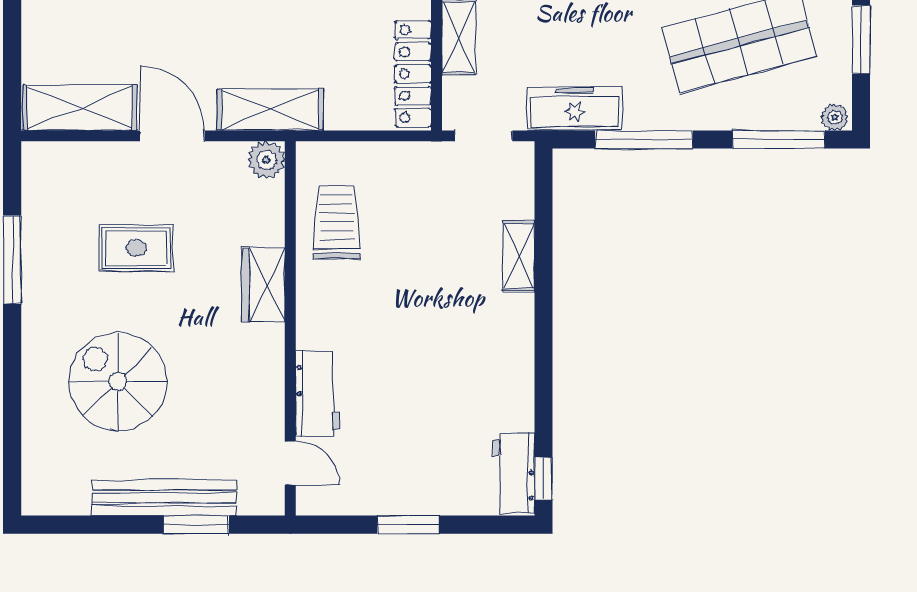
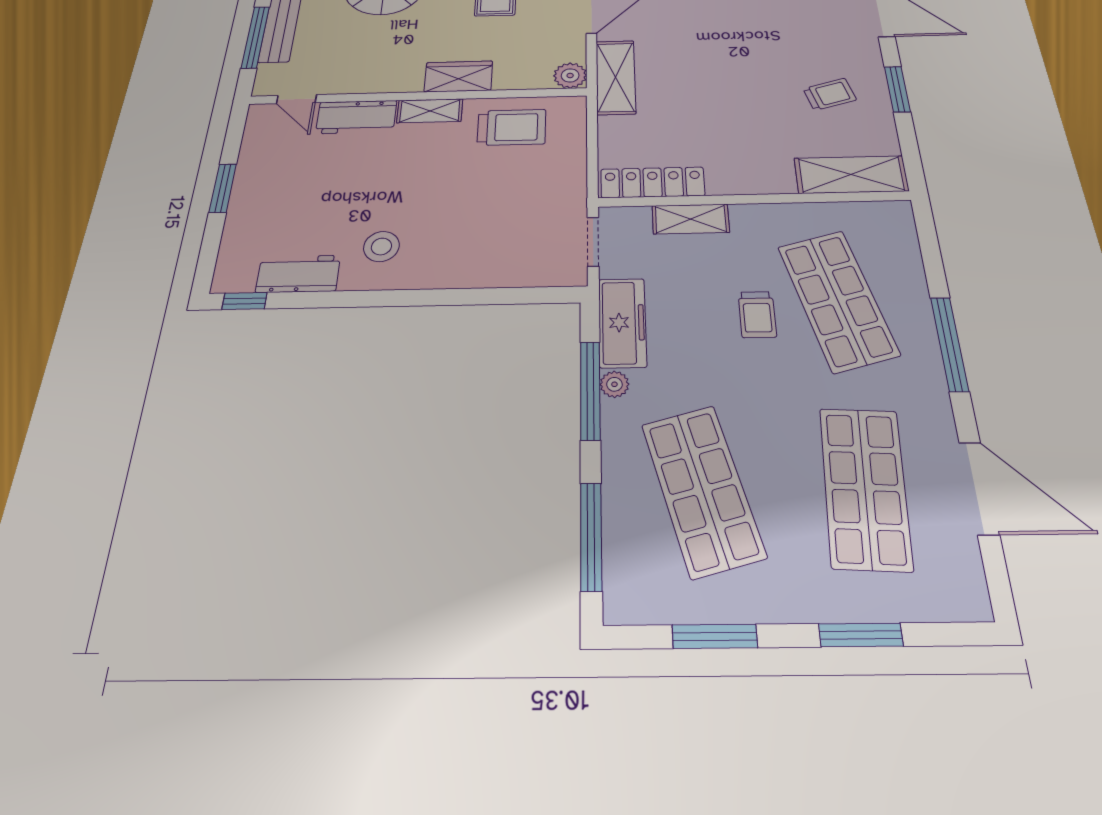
plant: (835, 117) -> (614, 384), moved
shelving: (519, 256) -> (430, 111), moved
stool: (484, 349) -> (381, 246), added
door: (290, 463) -> (297, 99), hinge flipped
workbench: (514, 473) -> (298, 274), moved
window: (196, 525) -> (255, 37), width x1.44

